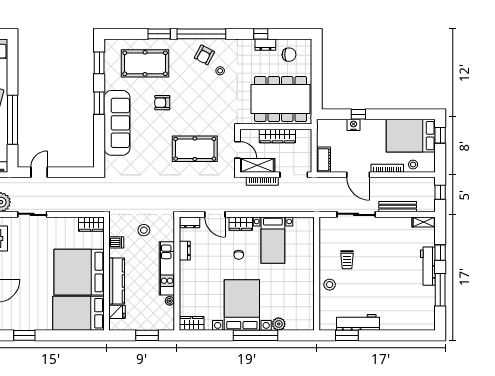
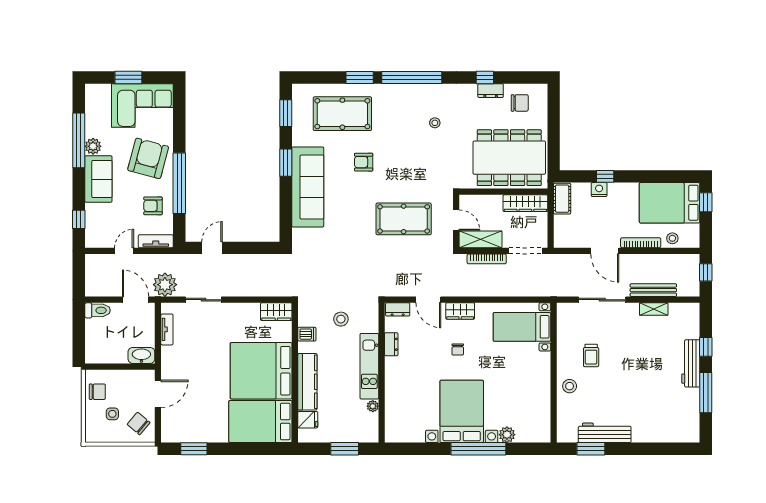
armchair: (204, 55) -> (415, 103), removed
wardrobe: (277, 136) -> (525, 203), moved
cot: (323, 160) -> (562, 199), moved
shelving: (424, 222) -> (654, 309), moved
bed with nightstands: (273, 240) -> (522, 327), moved, turned 90
wardrobe: (192, 323) -> (400, 434), removed

